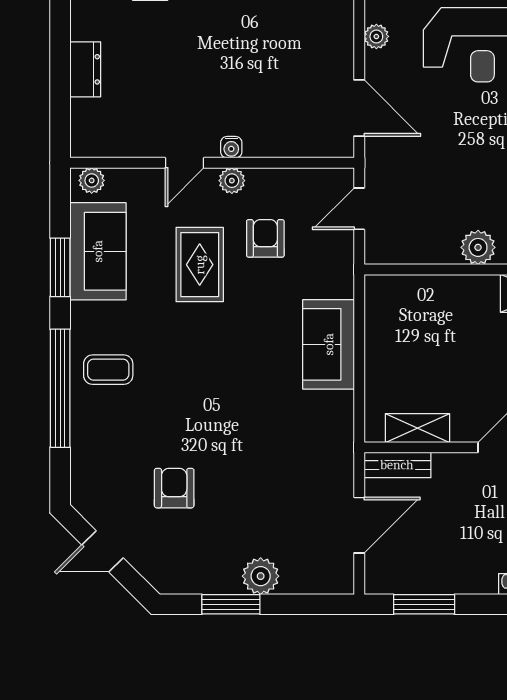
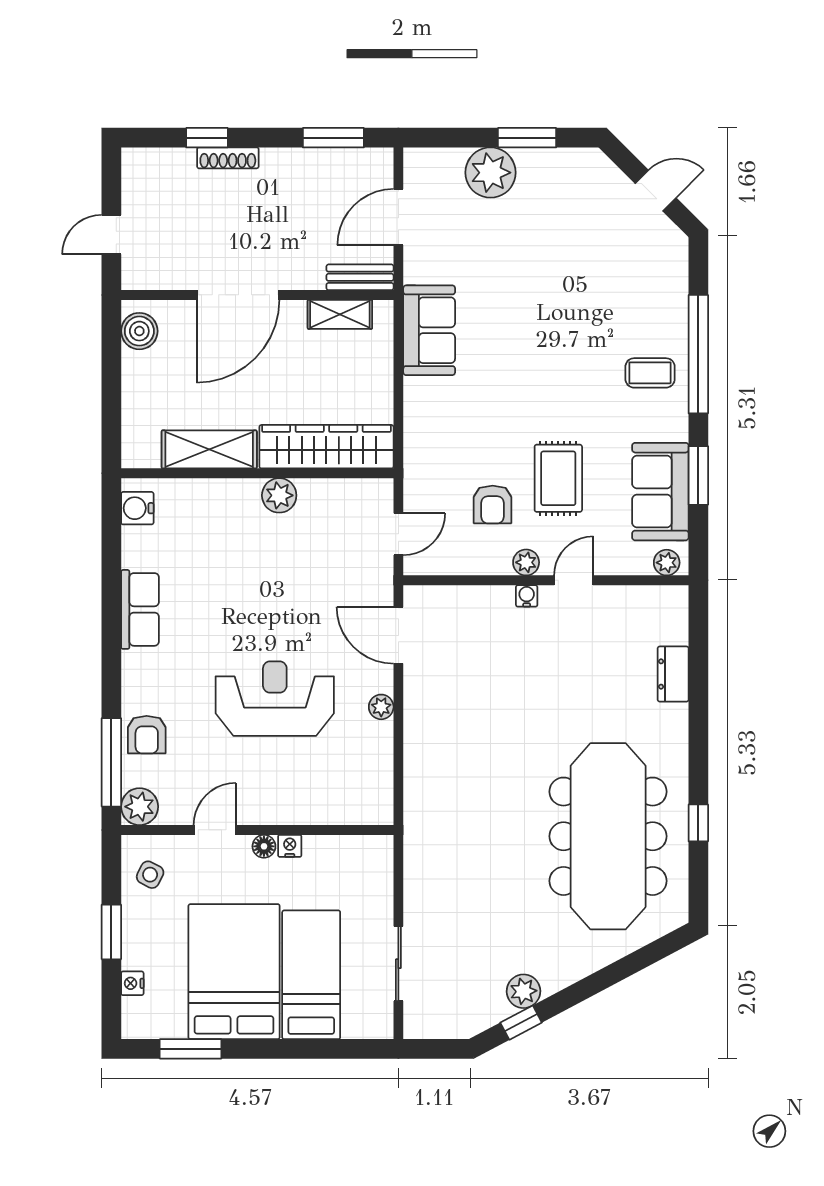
wardrobe: (431, 296) -> (326, 447), added
sofa: (329, 344) -> (429, 330), moved
armchair: (174, 488) -> (584, 254), removed
plant: (261, 576) -> (491, 173), width x1.36, depth x1.36

